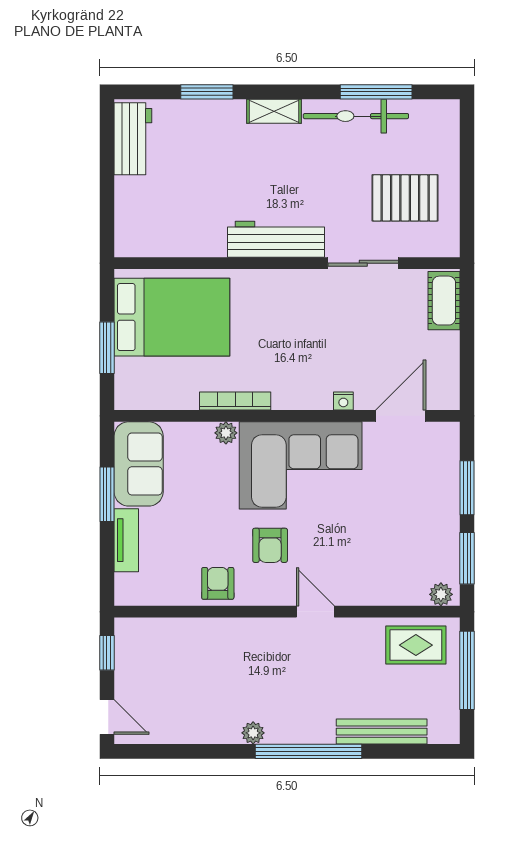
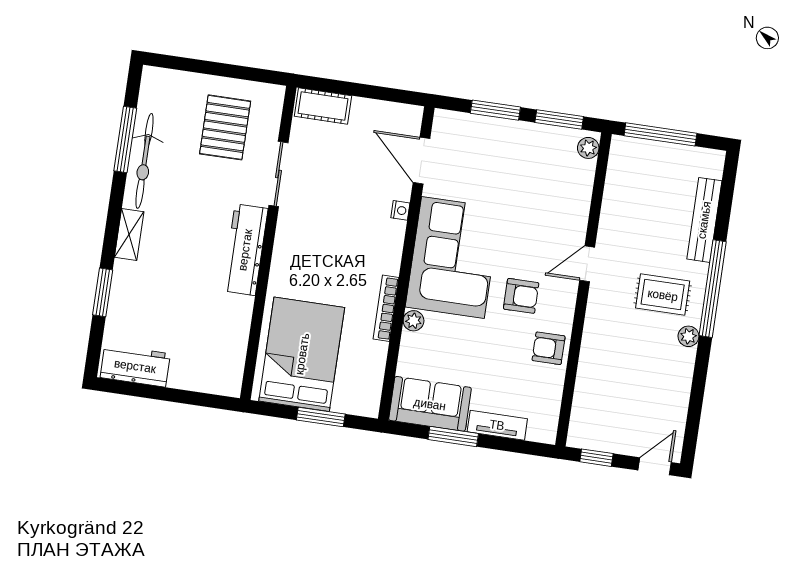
rug: (416, 645) -> (663, 295), moved, turned 90

